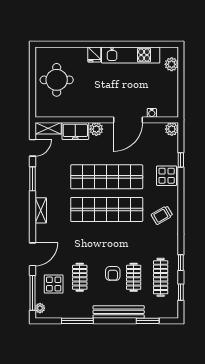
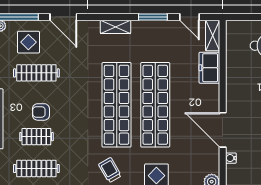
plant: (96, 129) -> (212, 92), removed
clothes rail: (80, 277) -> (36, 73), width x1.36

